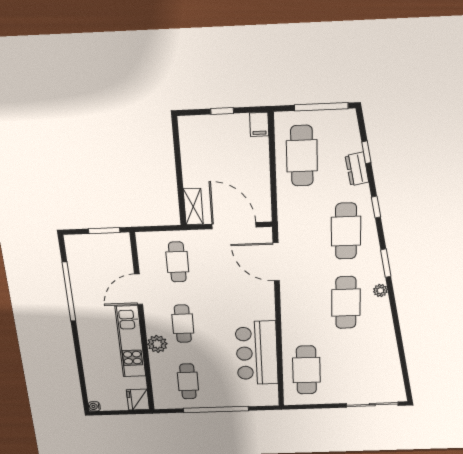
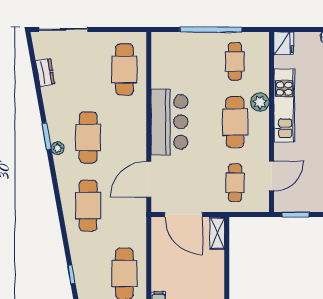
dresser: (357, 169) -> (45, 73), moved
window: (376, 207) -> (63, 226), removed
door: (276, 262) -> (149, 179), swing flipped
window: (386, 263) -> (47, 136), moved
door: (139, 289) -> (272, 176), moved
cafe table: (183, 324) -> (235, 122), width x1.37, depth x1.35
bar counter: (257, 353) -> (169, 122), moved

